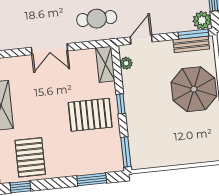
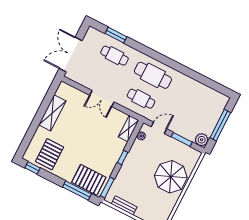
window: (193, 34) -> (182, 139), moved
bench: (191, 44) -> (124, 205), moved
pallet: (90, 115) -> (89, 180), moved
window: (92, 179) -> (77, 191), width x1.44

